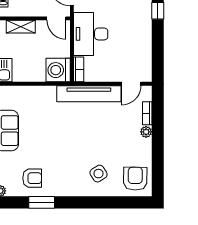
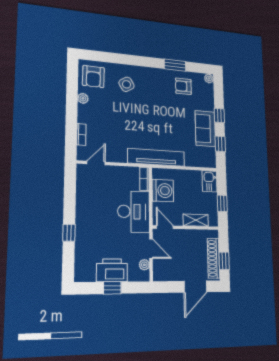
washing machine: (58, 70) -> (163, 191), moved
tv unit: (89, 94) -> (156, 157), moved
plant: (146, 132) -> (83, 98), moved

